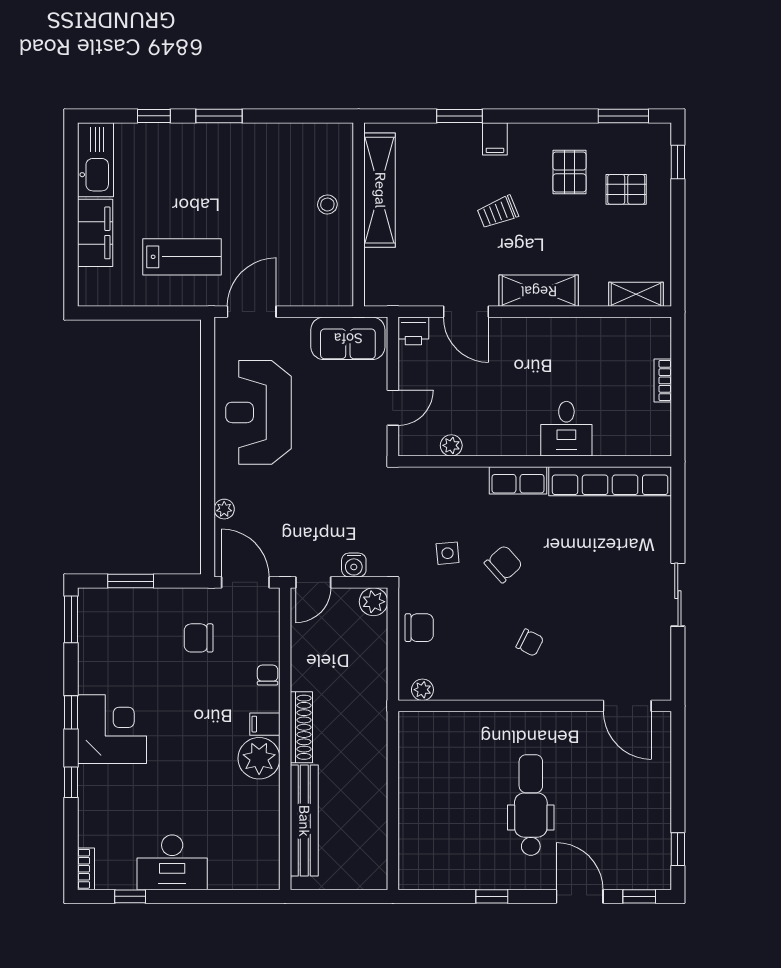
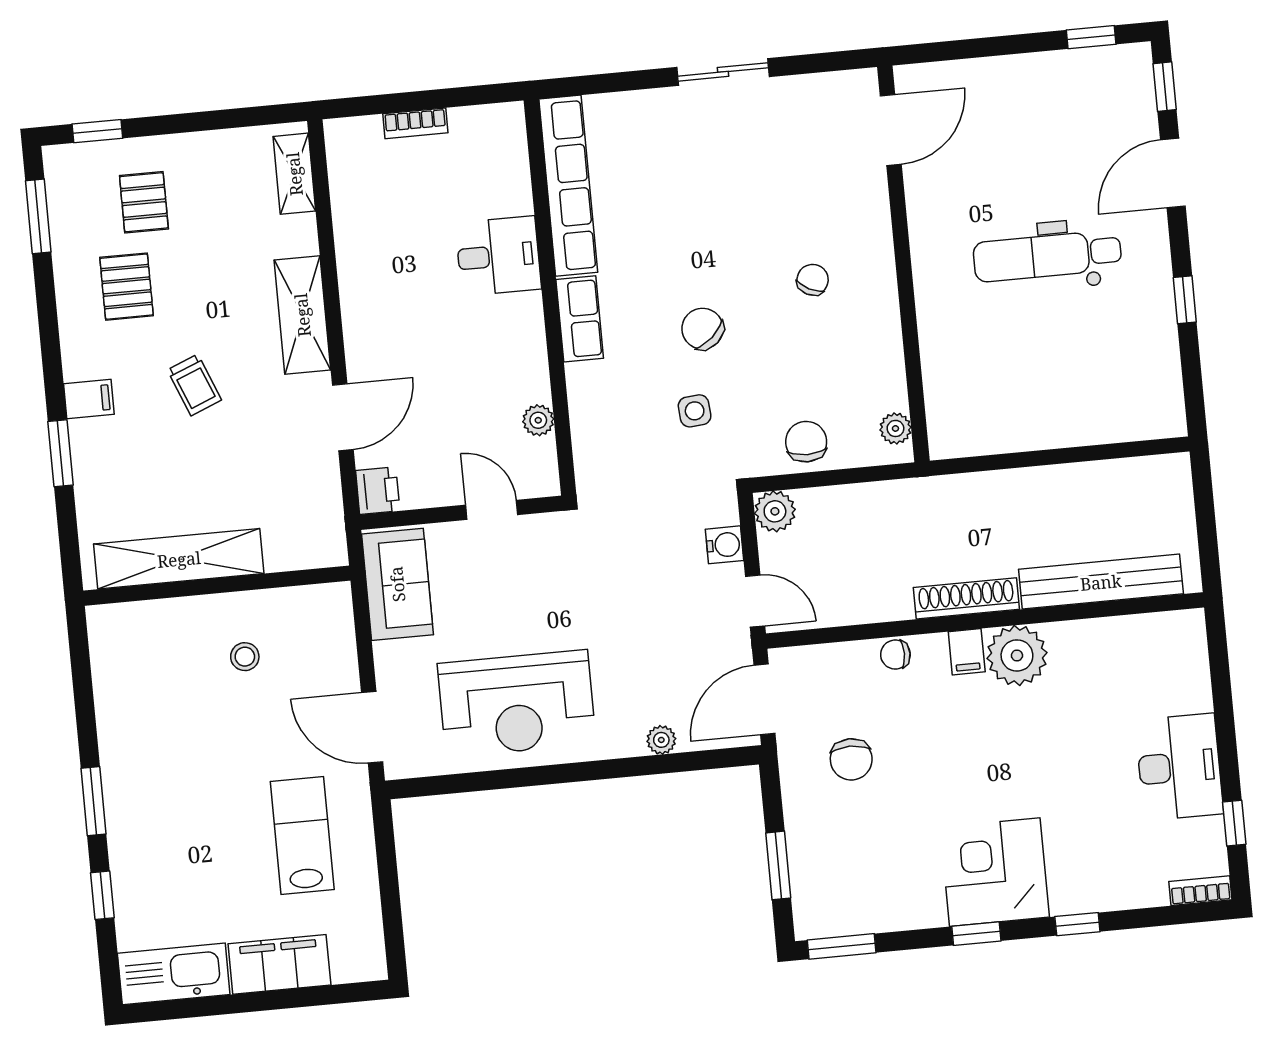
pallet: (570, 172) -> (127, 287), turned 90
stool: (327, 204) -> (245, 657), moved

